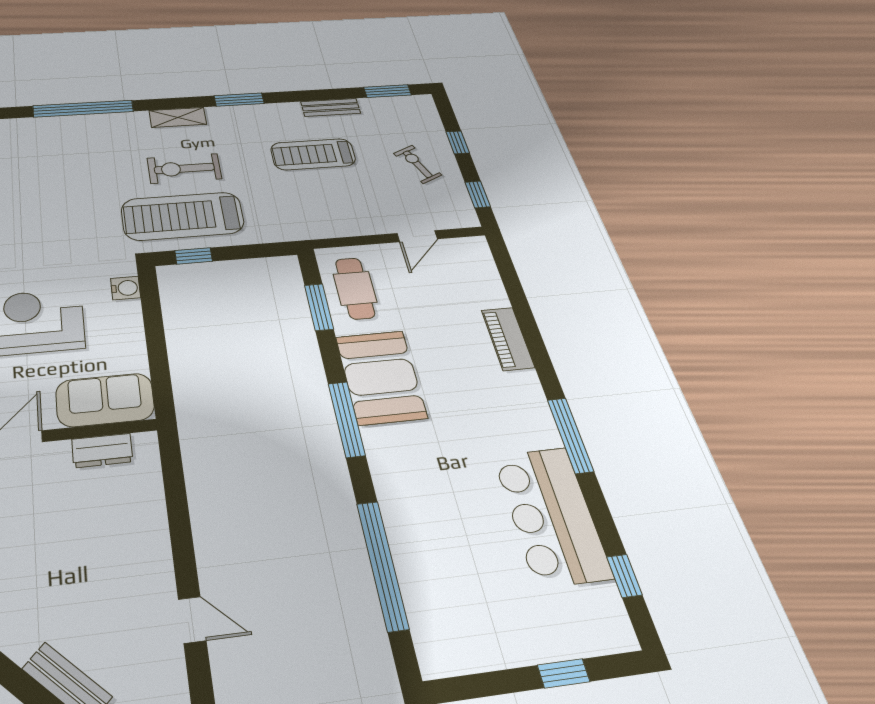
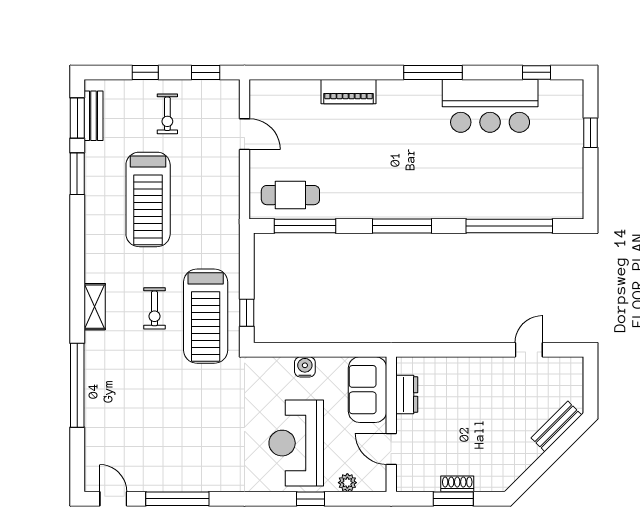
window: (239, 100) -> (77, 174), moved
bench: (331, 107) -> (94, 116), moved
treadmill: (313, 154) -> (148, 199), width x1.37, depth x1.38
exercise bike: (418, 164) -> (167, 114), turned -66
exercise bike: (184, 168) -> (154, 308), width x0.73, depth x0.72
water cooler: (126, 288) -> (305, 367), moved
window: (319, 307) -> (305, 226), width x1.44
booth: (381, 377) -> (371, 194), removed

